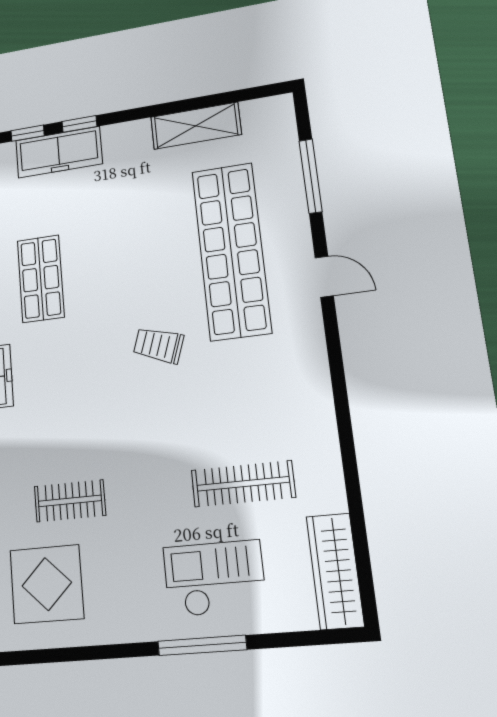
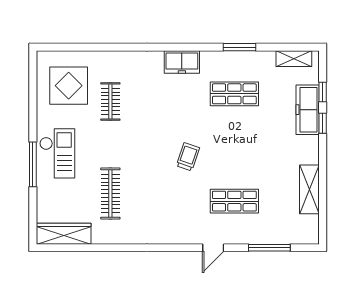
shop shelf: (231, 251) -> (234, 201), width x0.50, depth x0.74
checkout: (214, 578) -> (57, 153), moved

